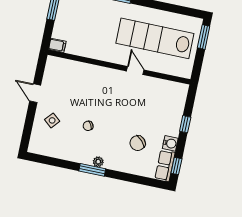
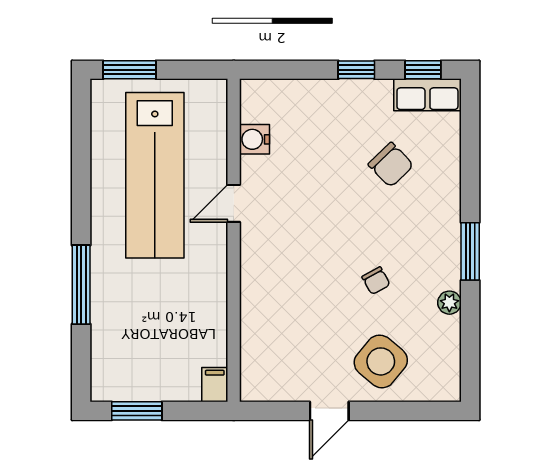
side table: (52, 120) -> (381, 361), width x1.87, depth x1.87
window: (185, 124) -> (356, 70), moved
water cooler: (170, 143) -> (255, 139), moved, turned -90
plant: (98, 162) -> (449, 303), moved

